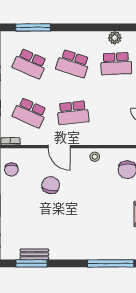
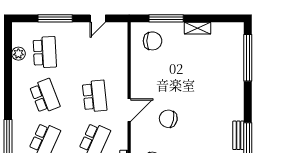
school desk: (73, 64) -> (45, 96), turned -39
stool: (95, 157) -> (139, 74), removed

